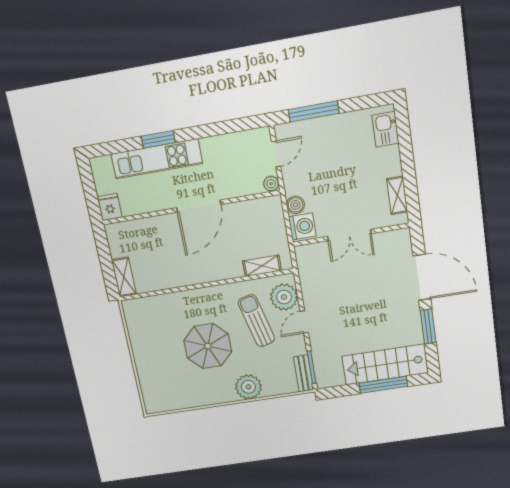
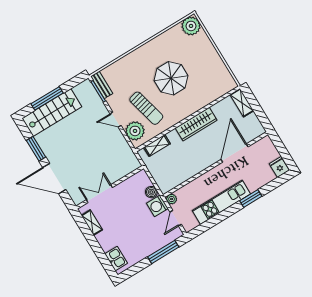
kitchen unit: (157, 159) -> (221, 202), moved
door: (199, 206) -> (234, 153), moved
fridge: (110, 207) -> (279, 167), moved, turned 180
washing machine: (302, 226) -> (157, 206), moved
double door: (349, 235) -> (99, 194), moved
wardrobe: (197, 273) -> (196, 124), added
door: (304, 322) -> (116, 120), swing flipped
plant: (248, 387) -> (191, 26), moved

